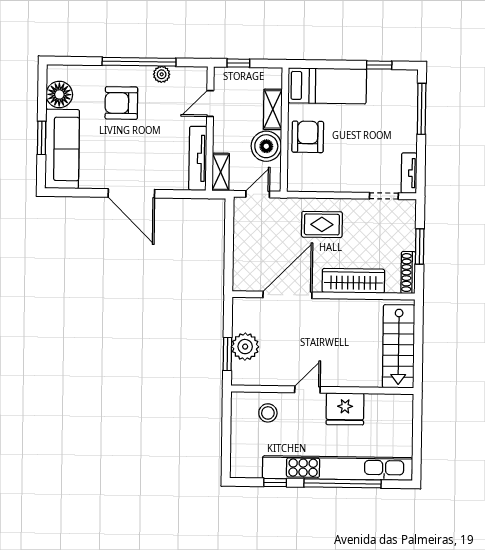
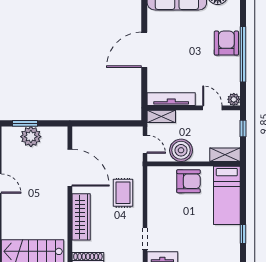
plant: (162, 74) -> (234, 99), moved
armchair: (121, 103) -> (226, 43), moved
shelving: (273, 109) -> (225, 155), moved

